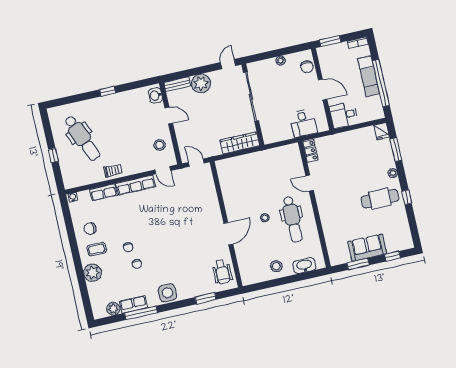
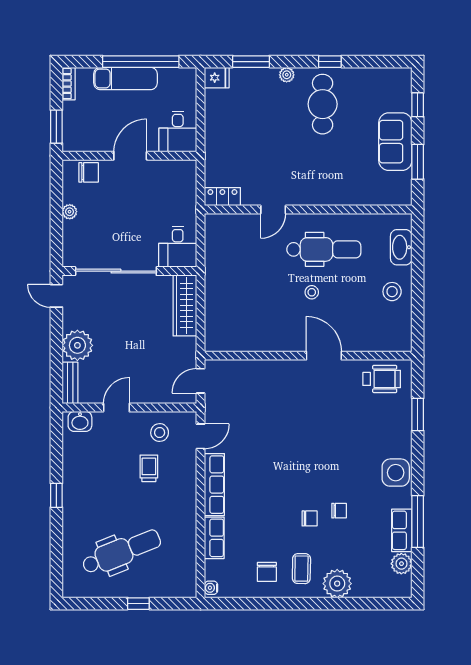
desk: (303, 123) -> (178, 247), moved, turned 90
trolley: (113, 171) -> (149, 468), moved

